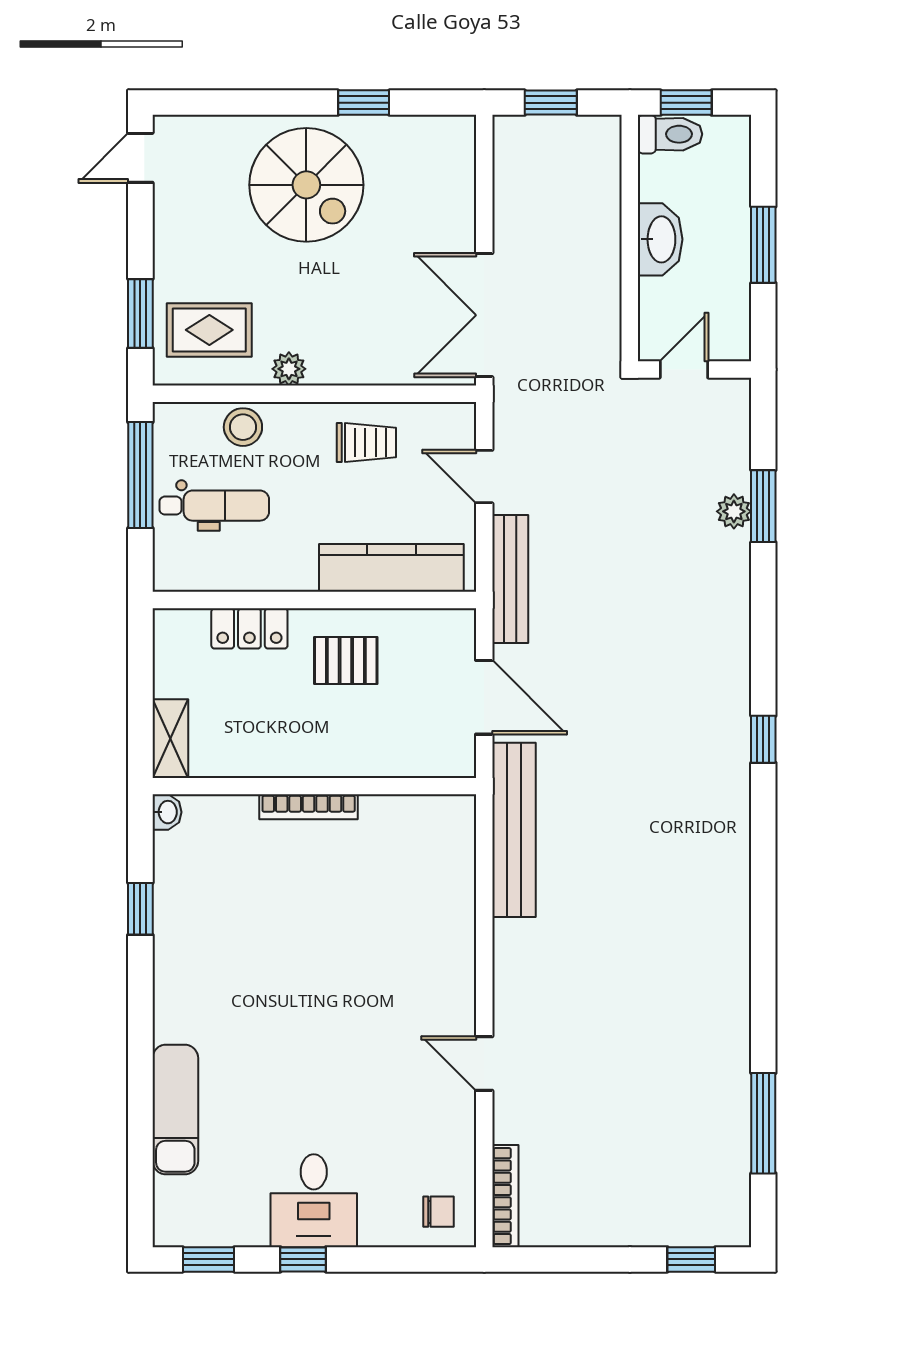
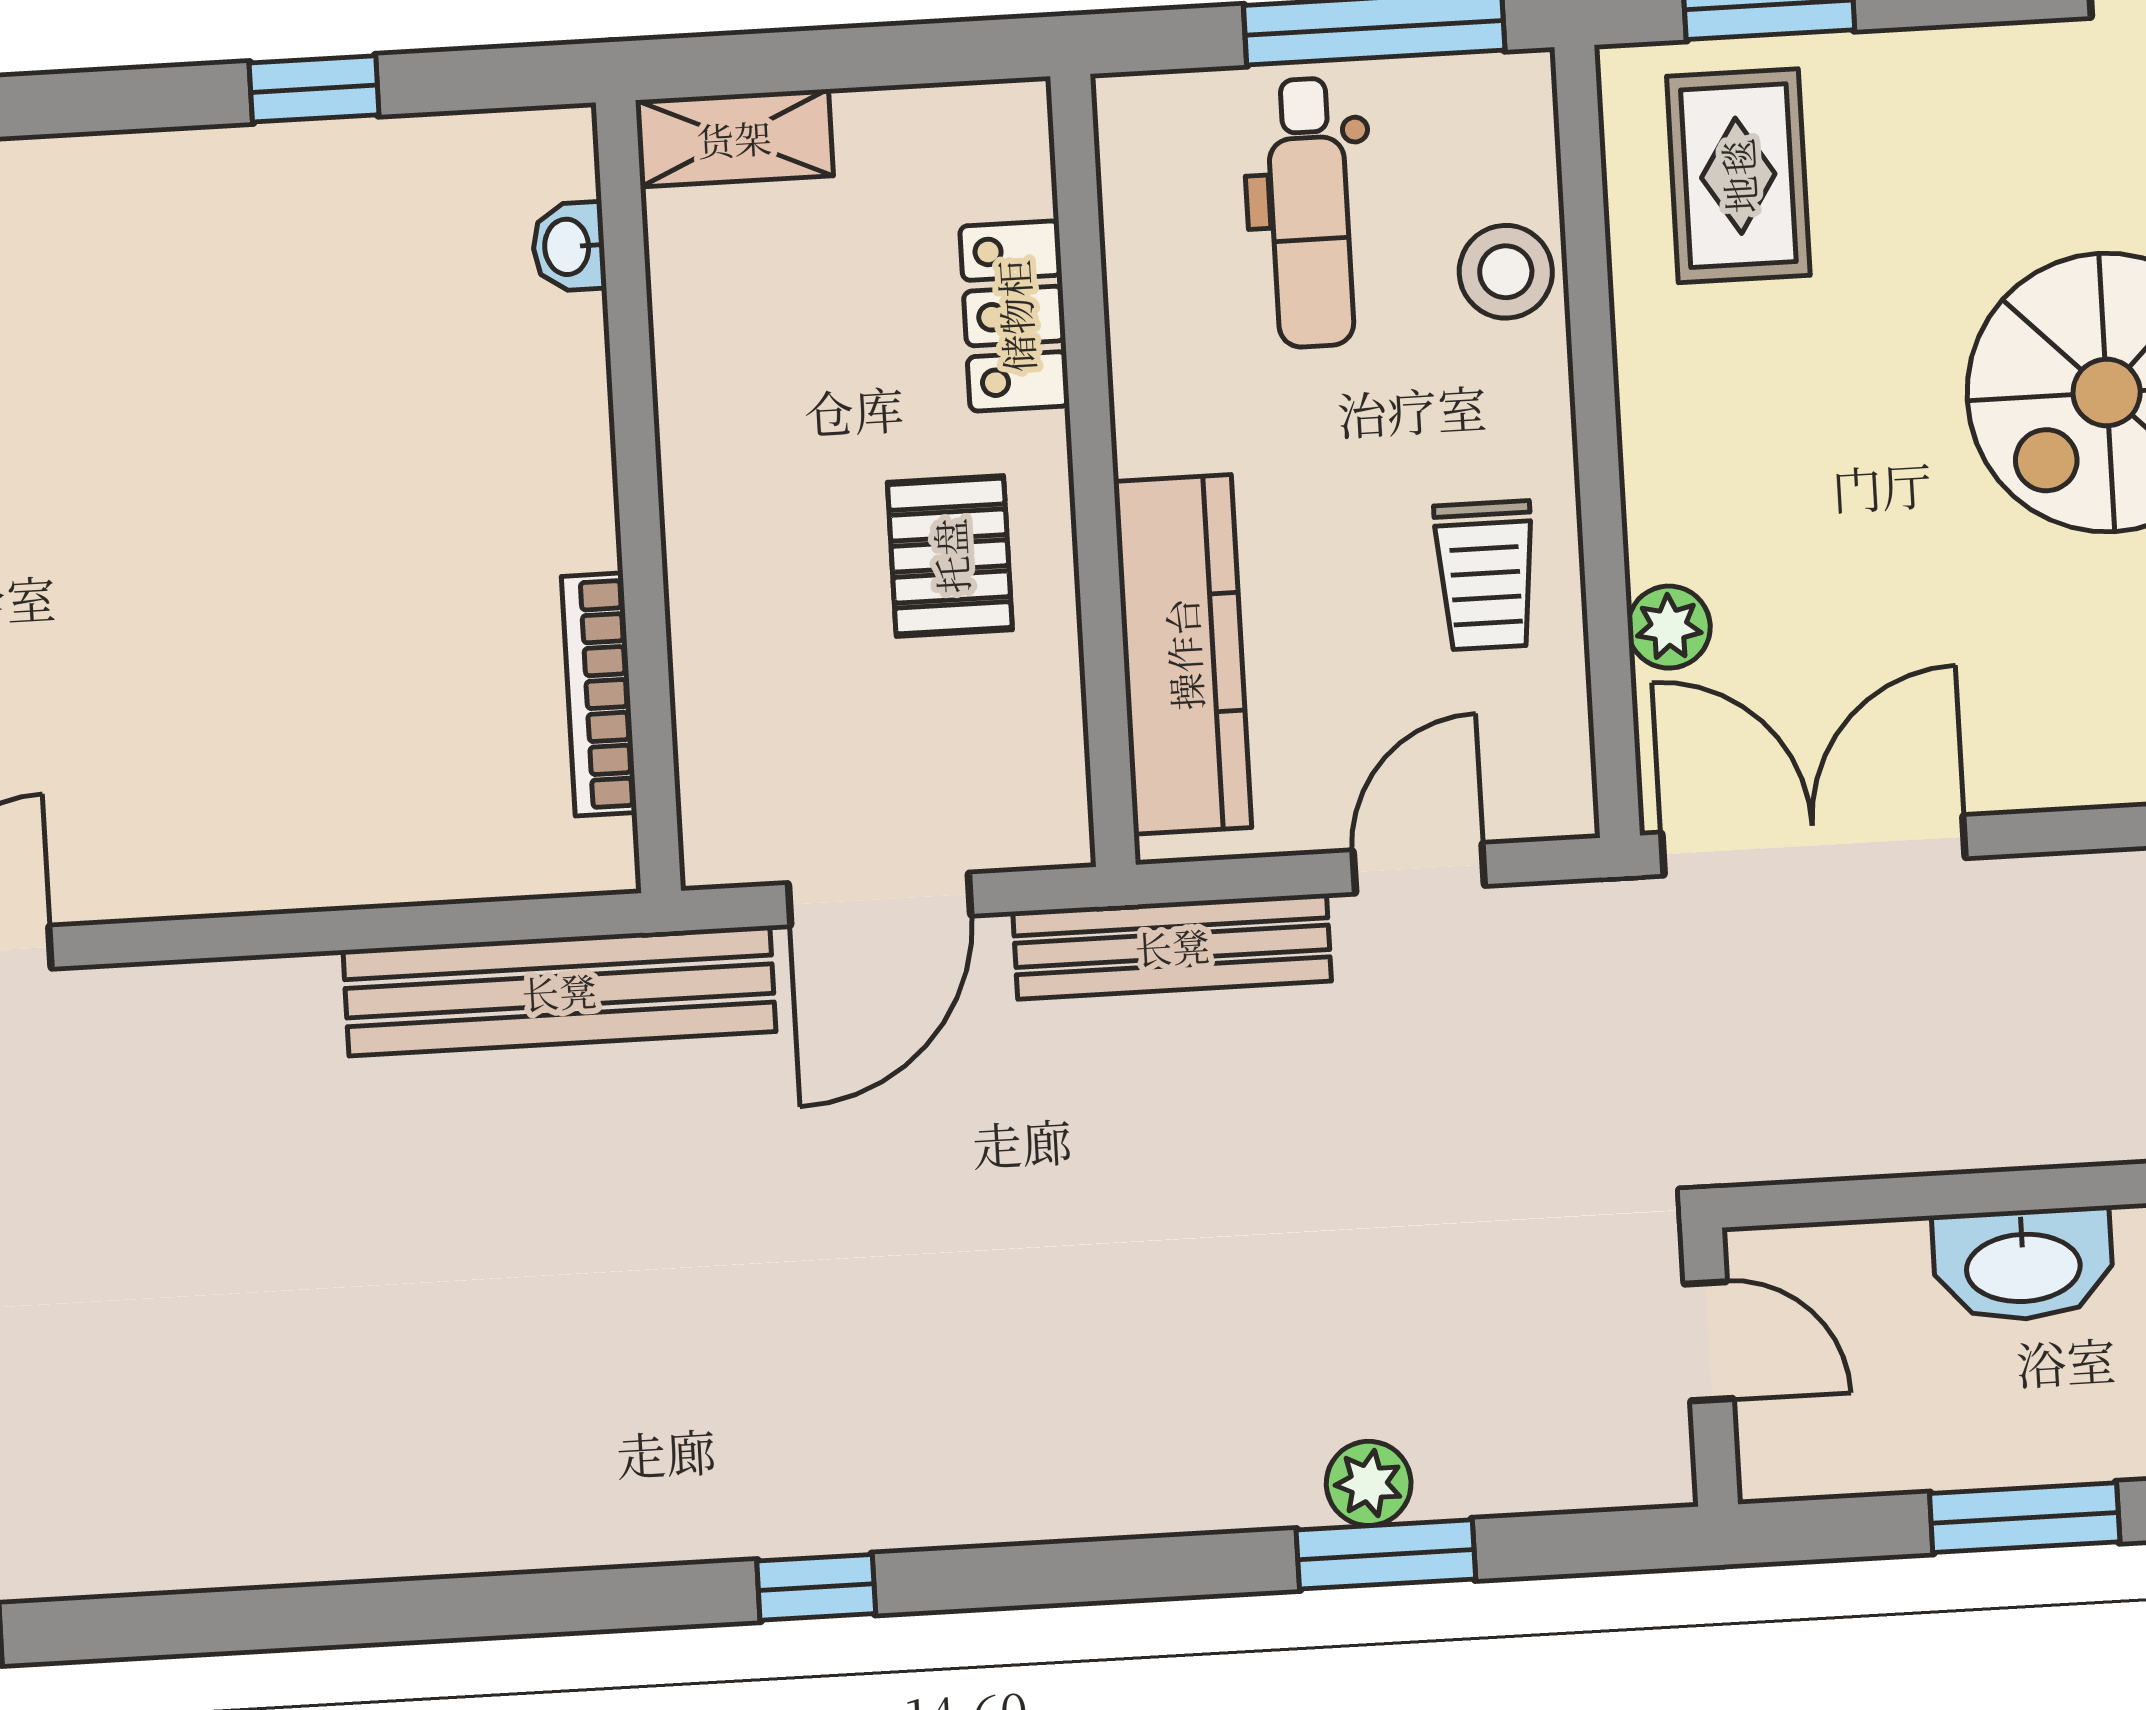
plant: (289, 369) -> (1669, 627), moved
bookcase: (309, 807) -> (599, 694), moved
washbasin: (167, 812) -> (569, 247), moved, turned 90

